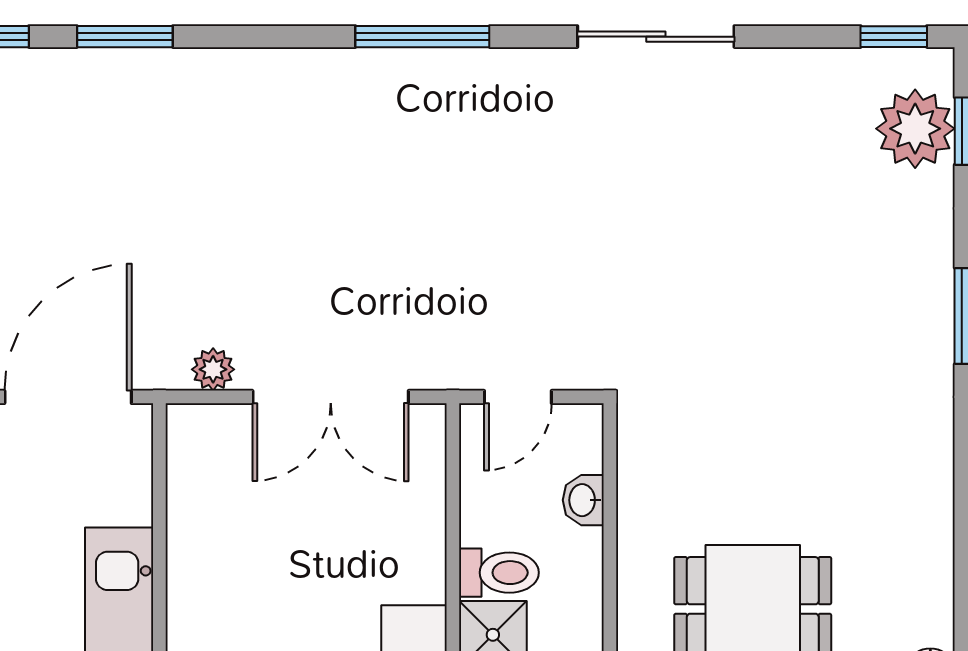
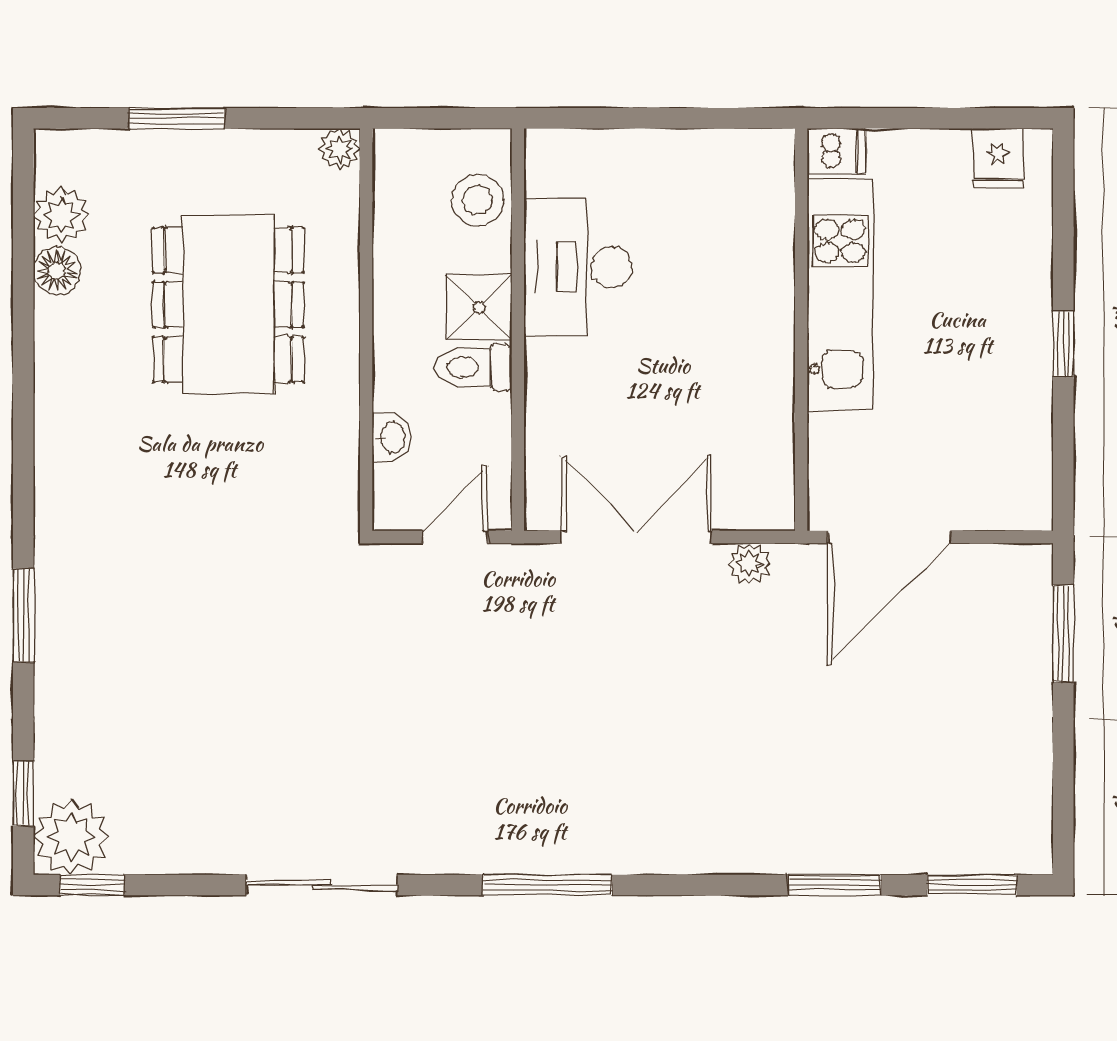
plant: (915, 129) -> (71, 837), moved

